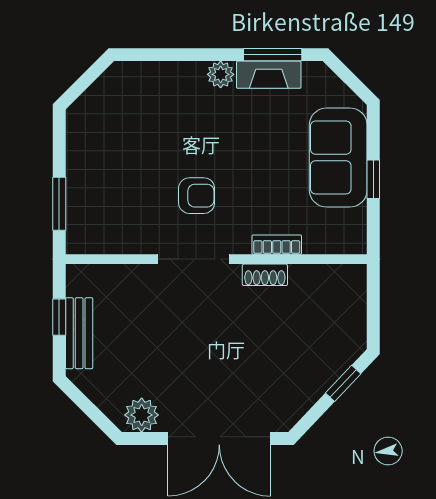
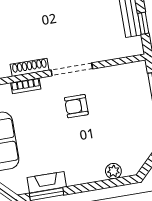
plant: (221, 74) -> (113, 171), moved
shoe rack: (265, 275) -> (30, 67), width x1.43

